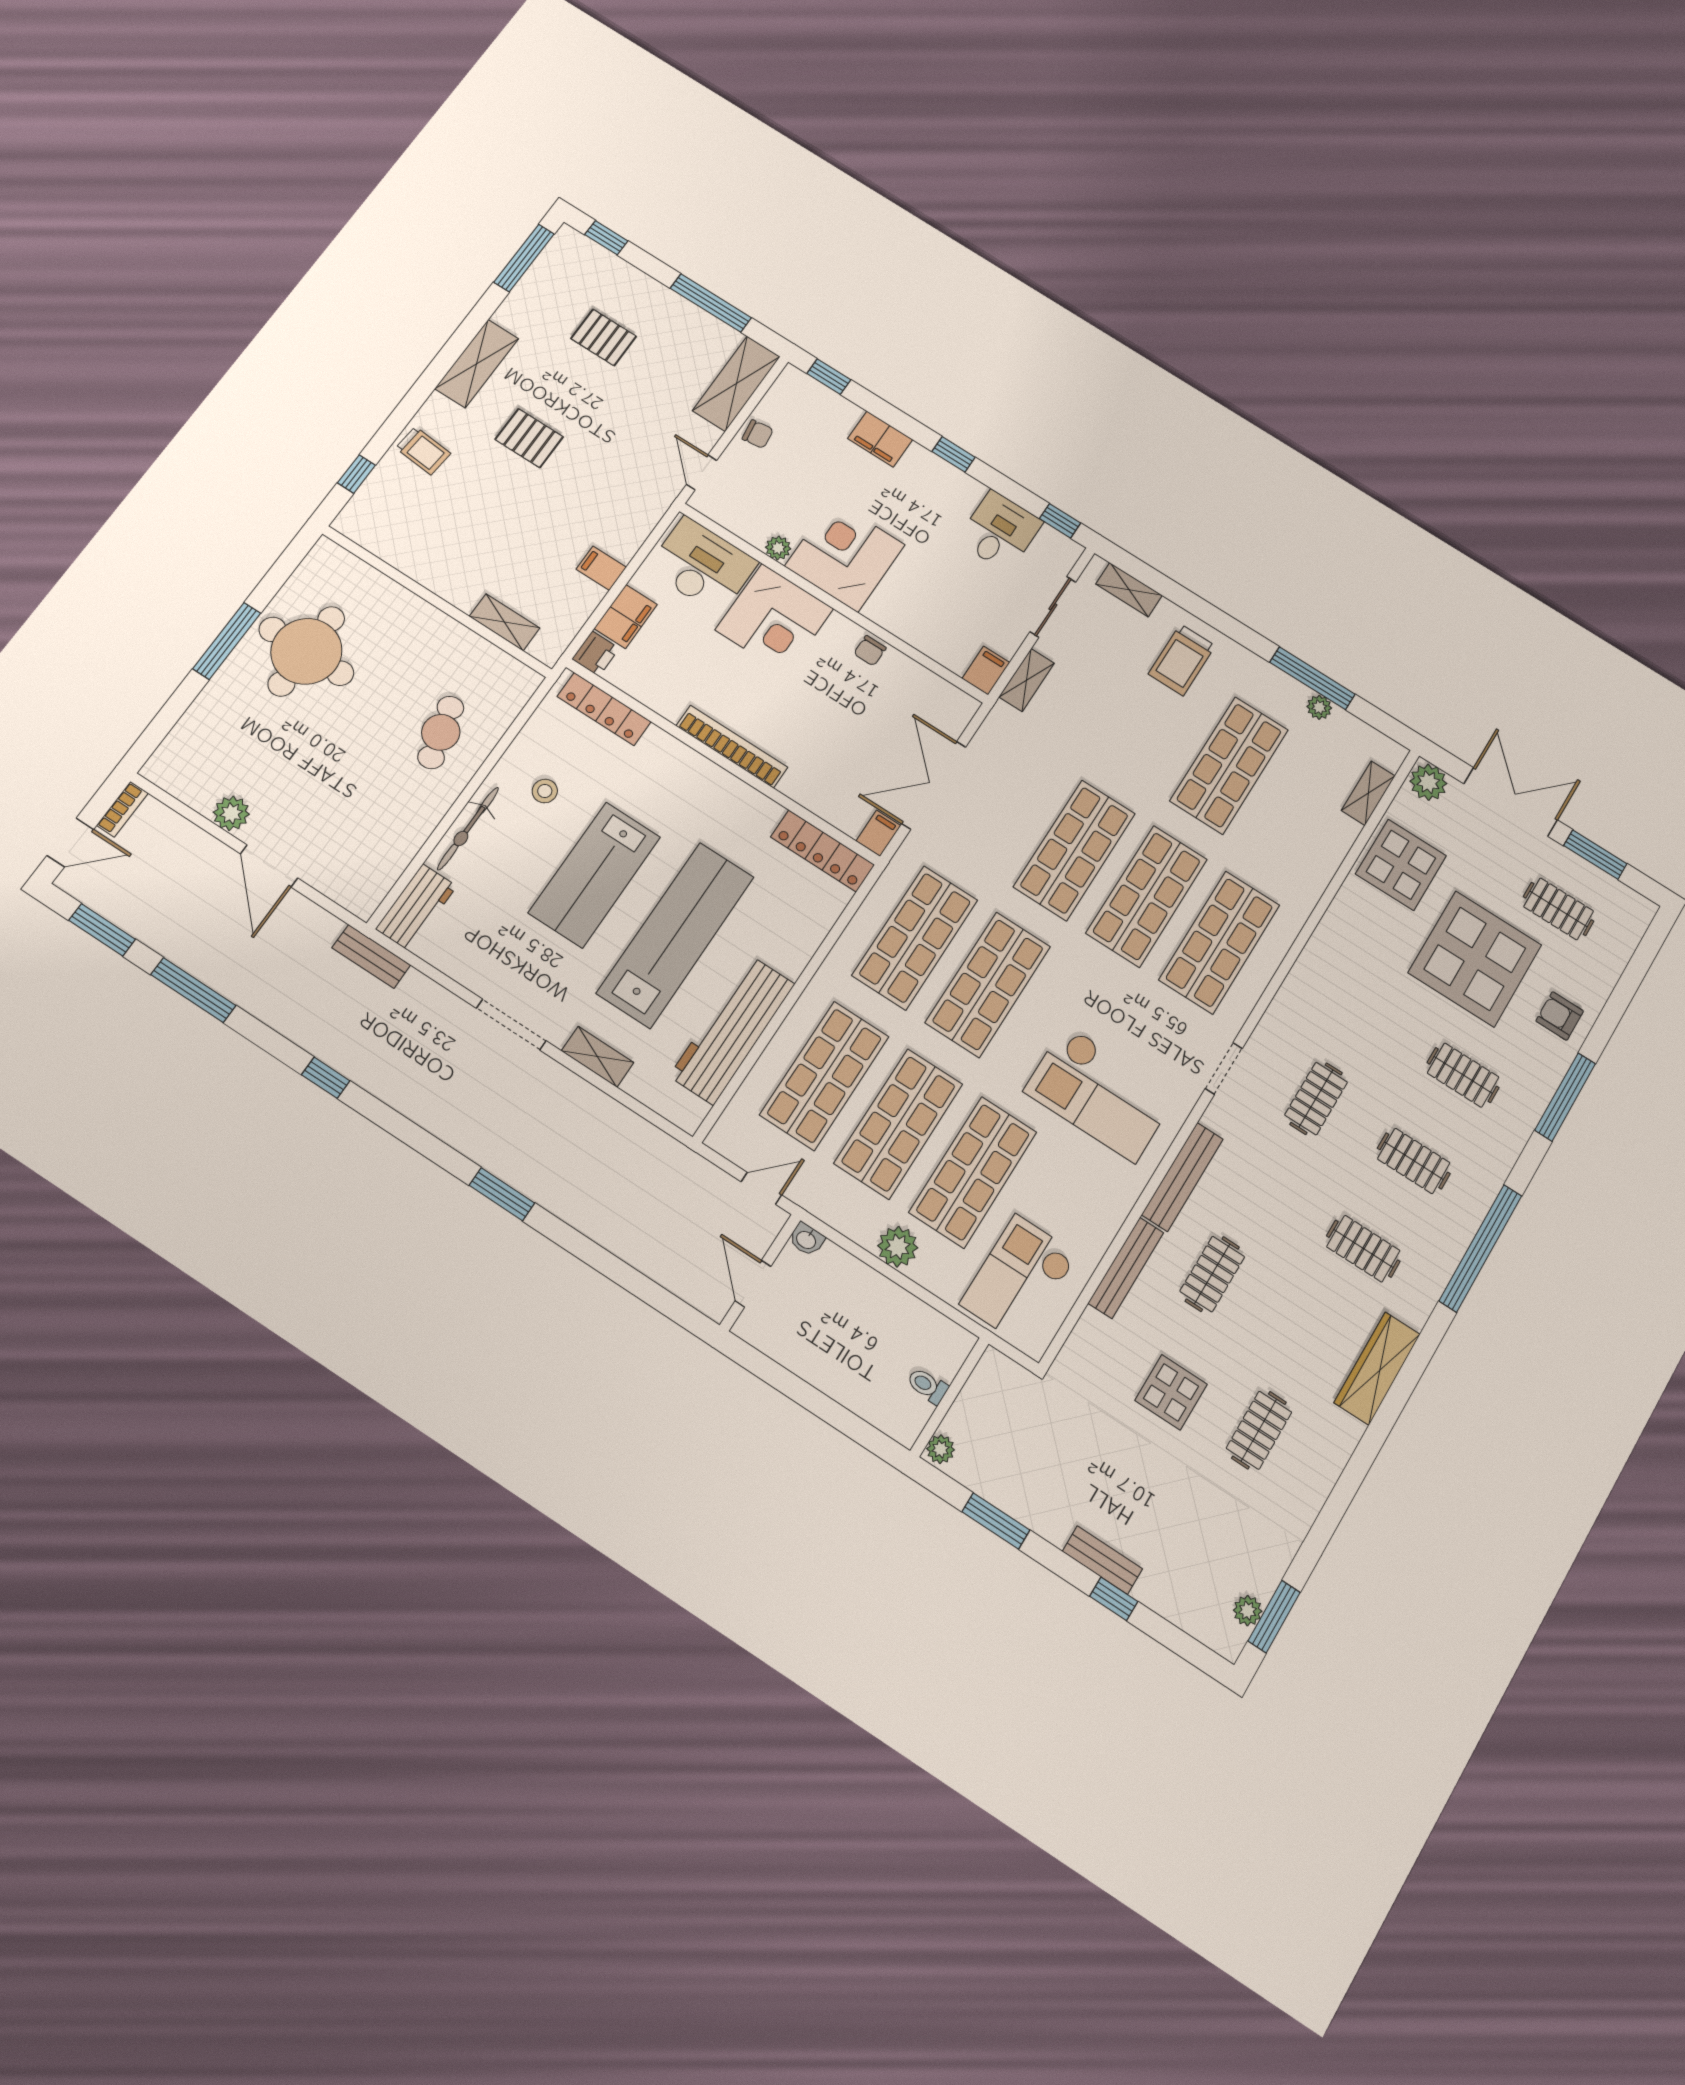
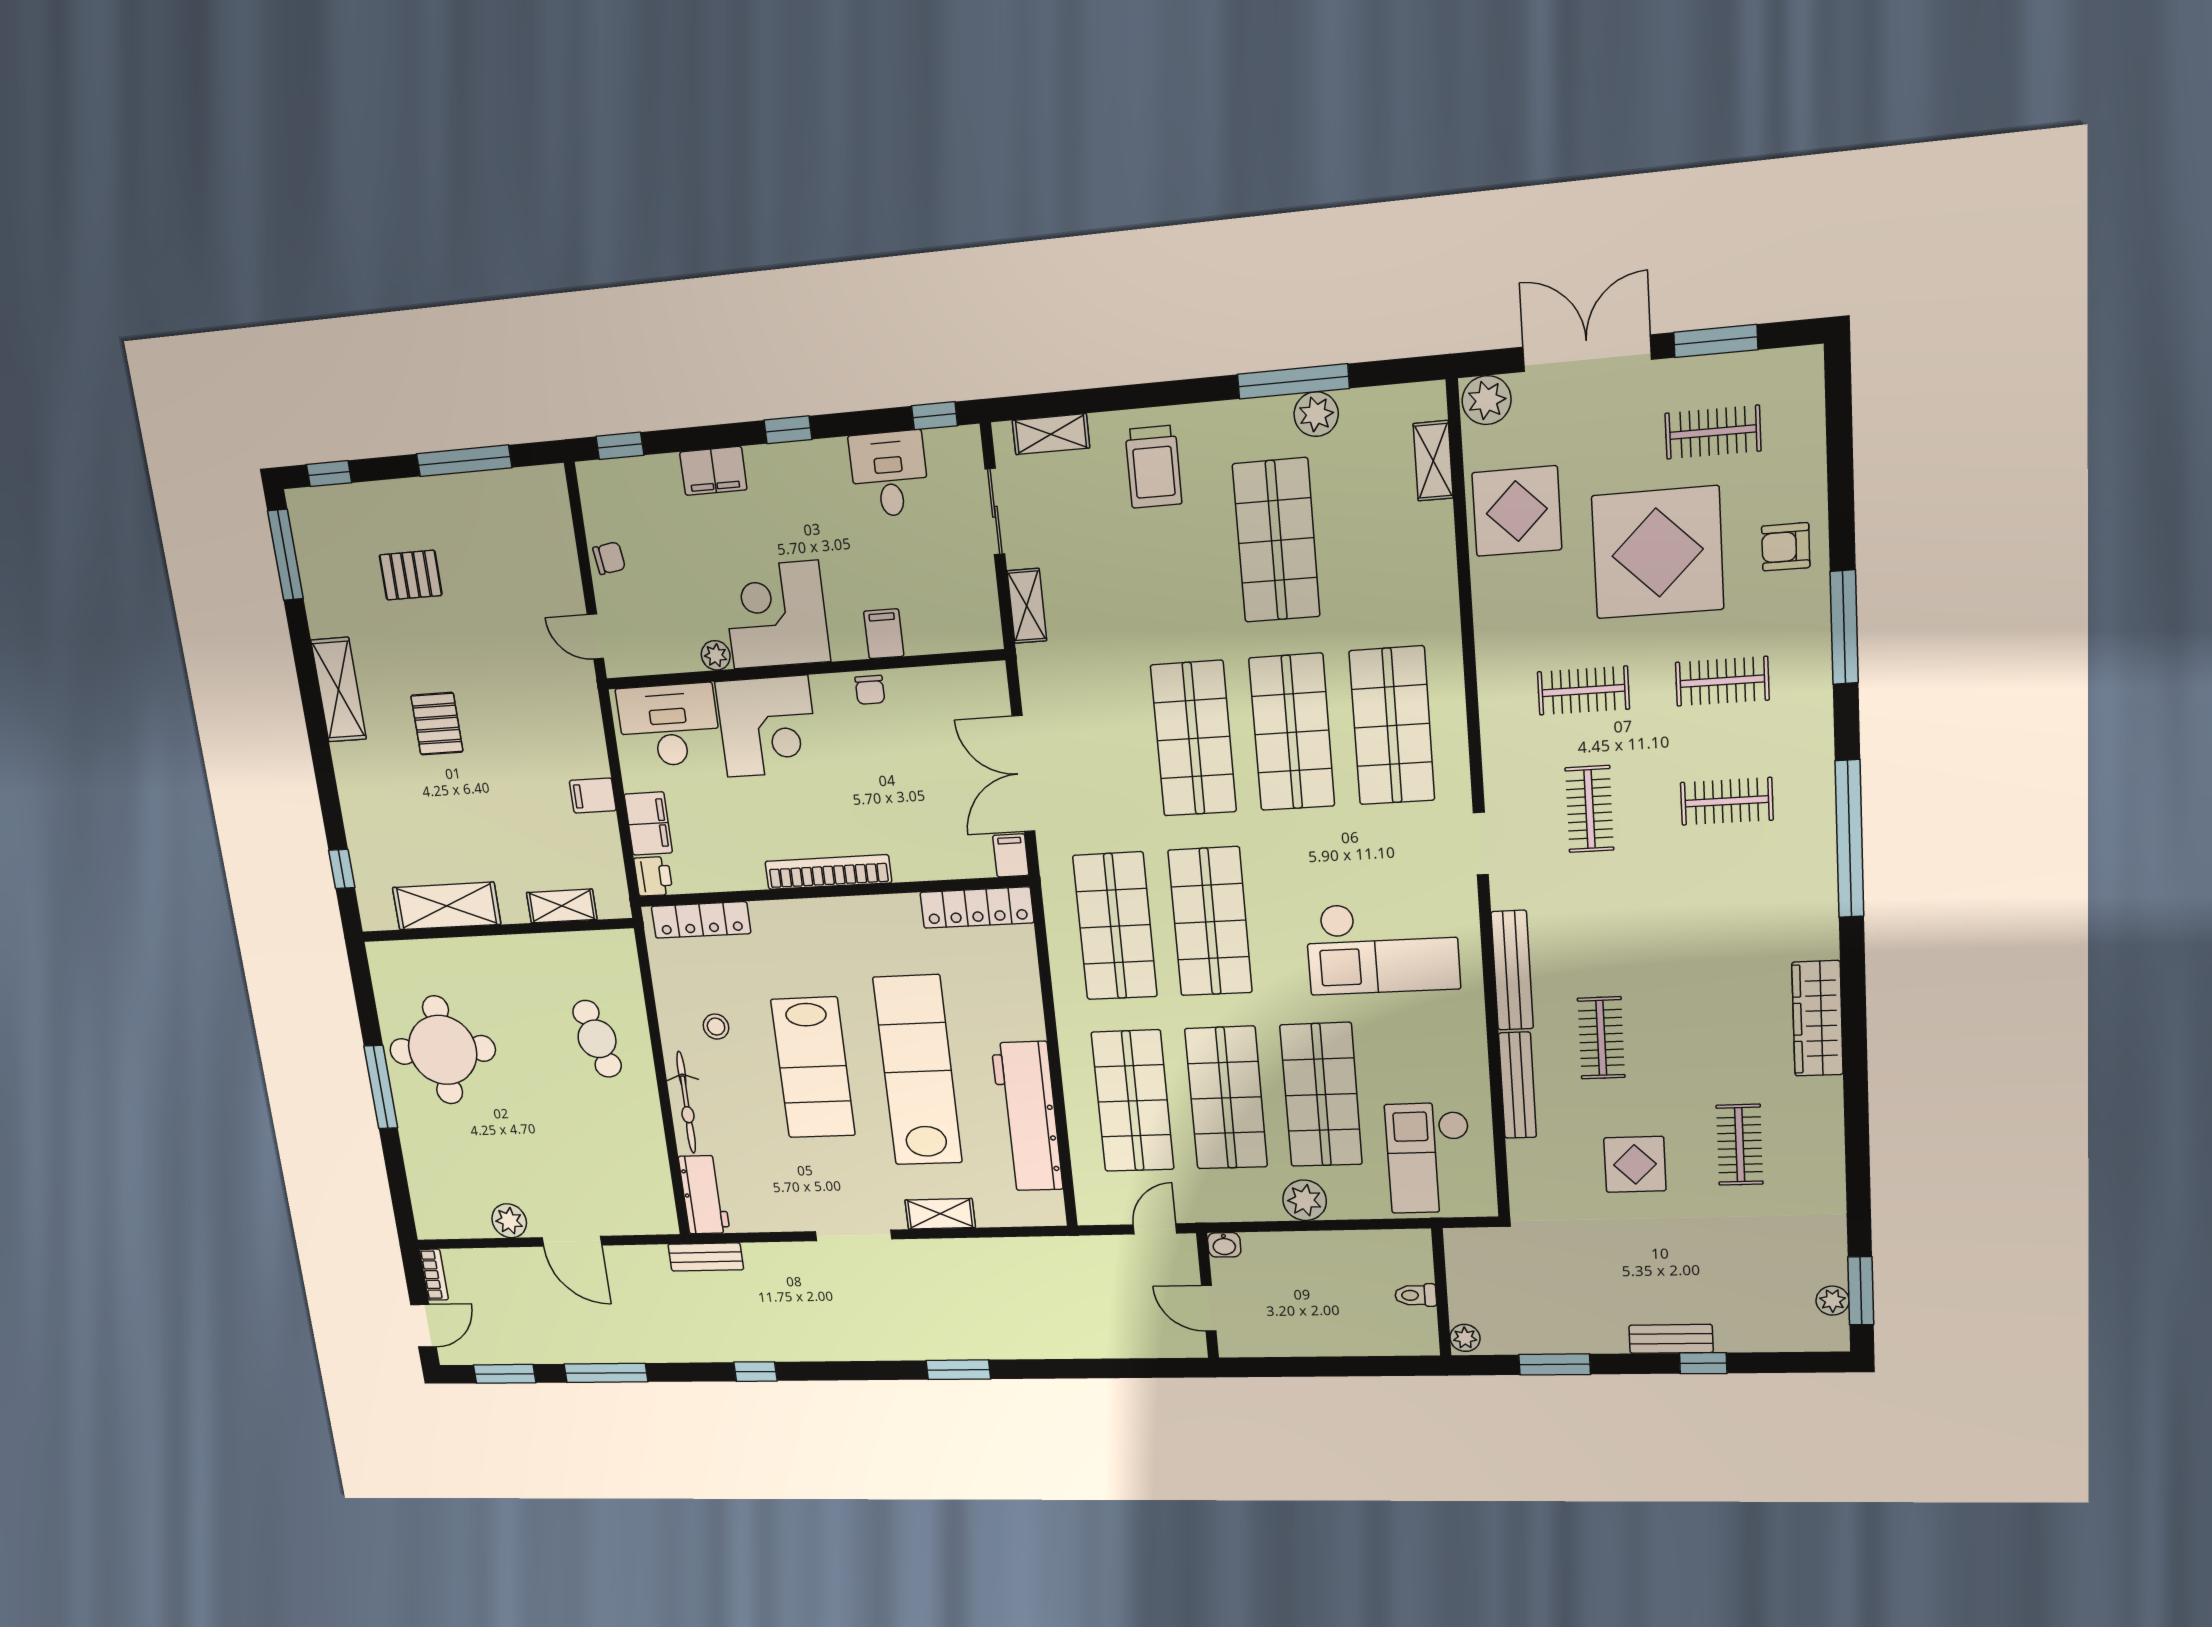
shelving: (736, 384) -> (447, 906), moved, turned 90
pallet: (529, 438) -> (437, 724), turned 90
trolley: (423, 451) -> (370, 806), removed
filing cabinet: (986, 670) -> (884, 634), moved
plant: (1319, 707) -> (1316, 414), width x1.38, depth x1.38
clothes rail: (1363, 1249) -> (1583, 690), moved

